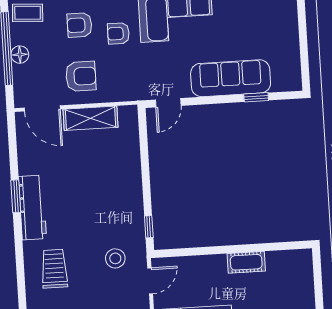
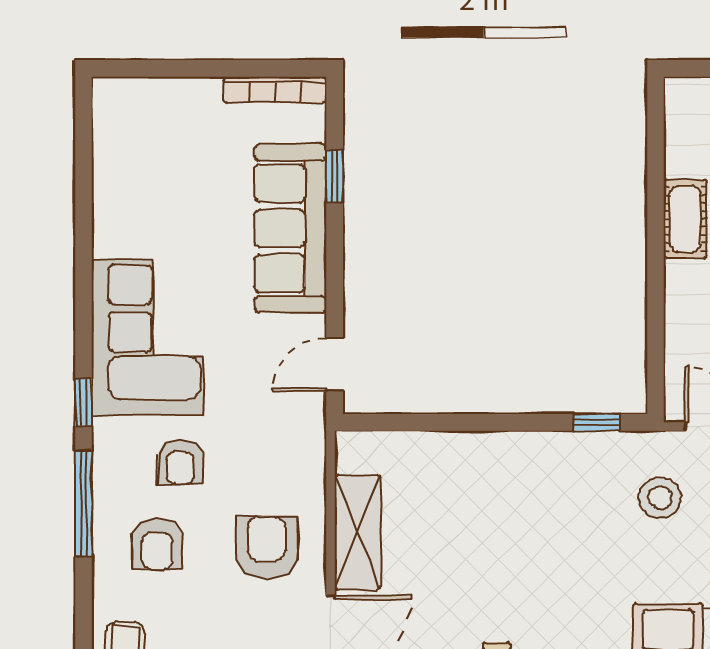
bookcase: (295, 67) -> (275, 90), added
door: (168, 103) -> (335, 364), swing flipped

